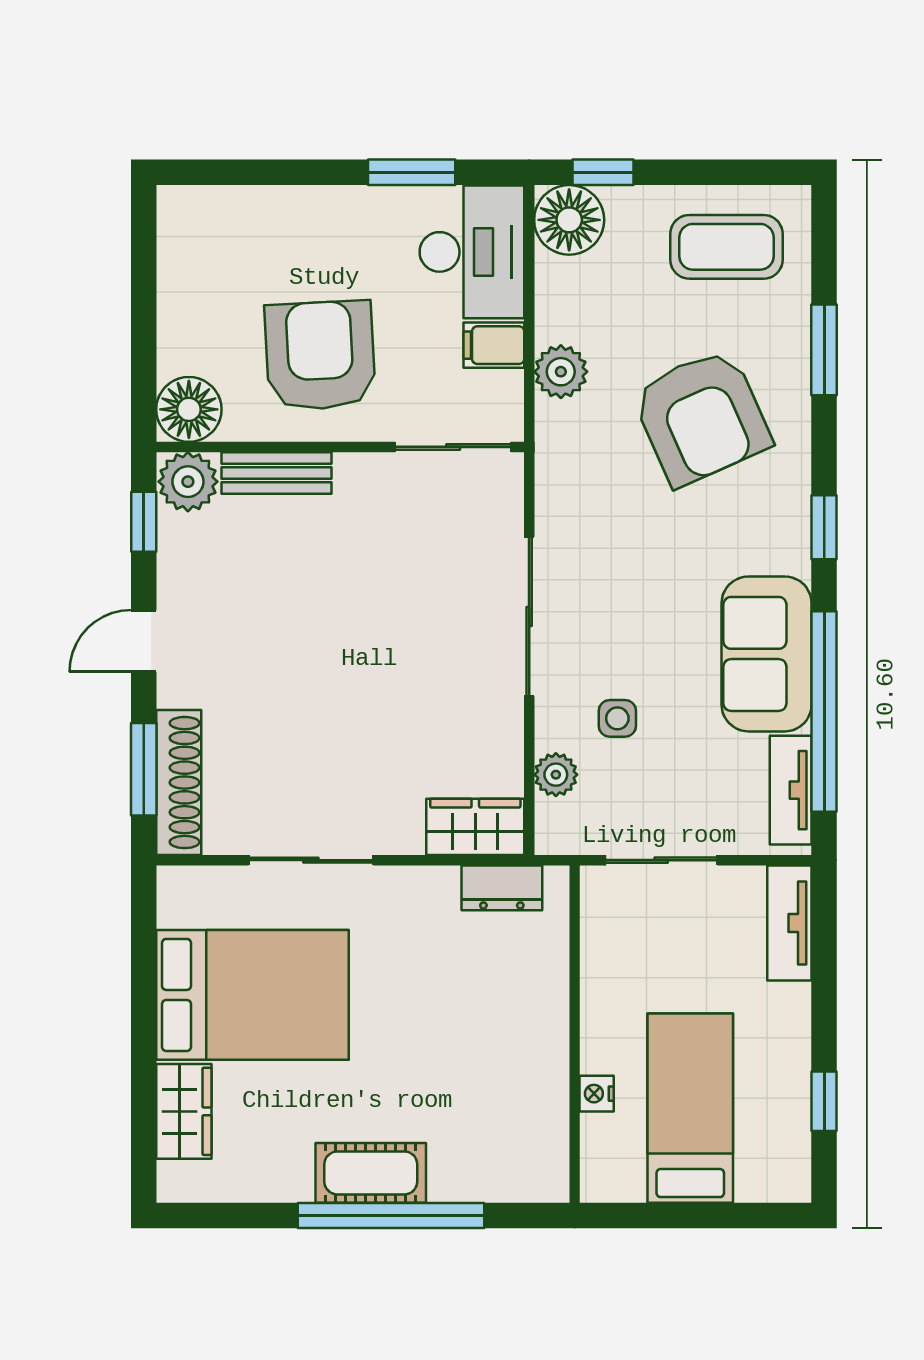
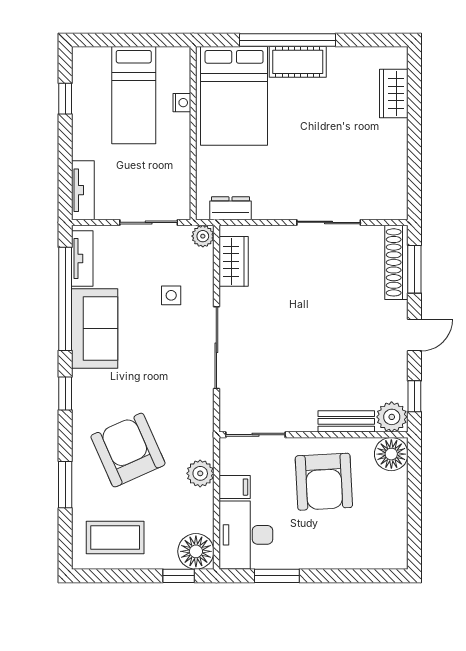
plant: (556, 775) -> (203, 236), moved
wardrobe: (475, 827) -> (234, 261), moved, turned -90
bed: (252, 995) -> (234, 96), moved, turned -90

